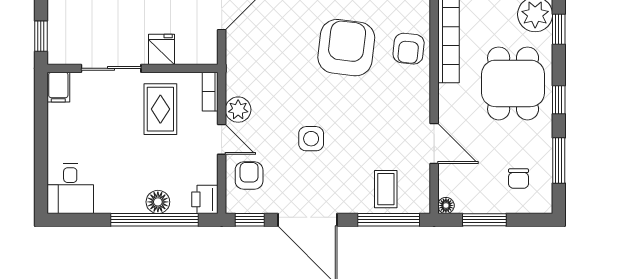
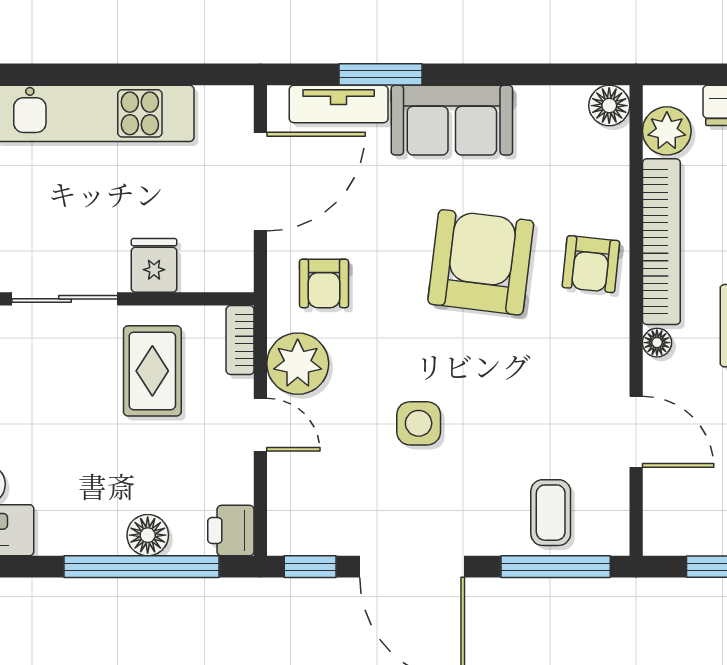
plant: (238, 110) -> (298, 364), width x1.36, depth x1.36
armchair: (249, 176) -> (324, 283), moved, turned 180
floor lamp: (446, 205) -> (657, 343), moved

